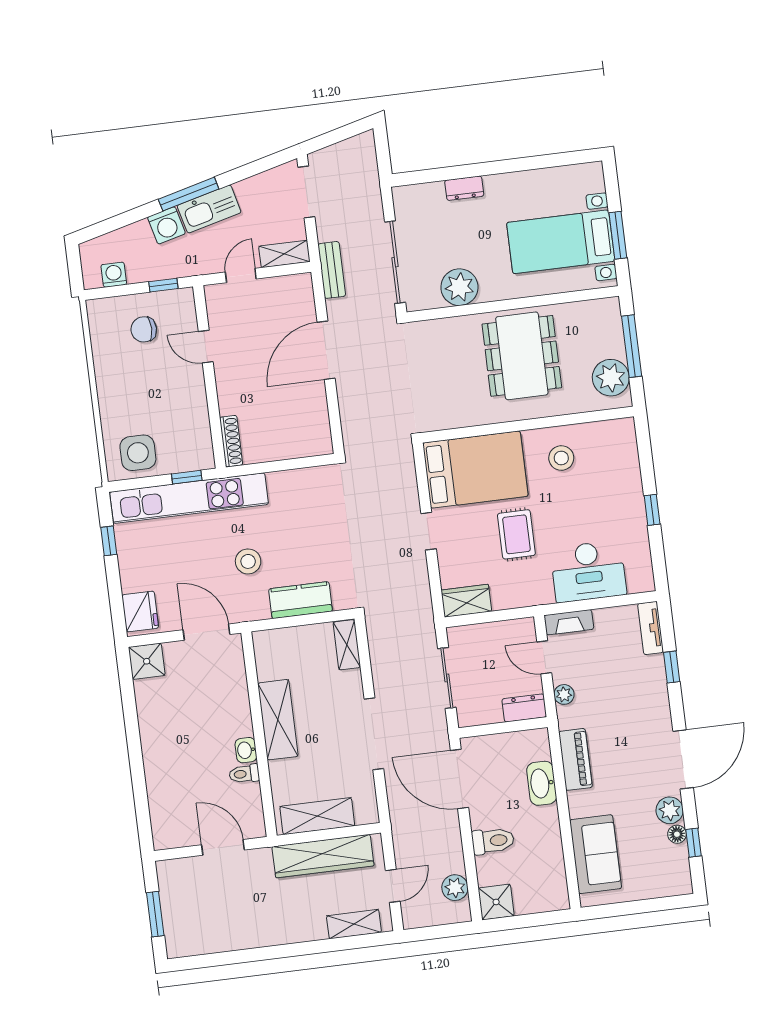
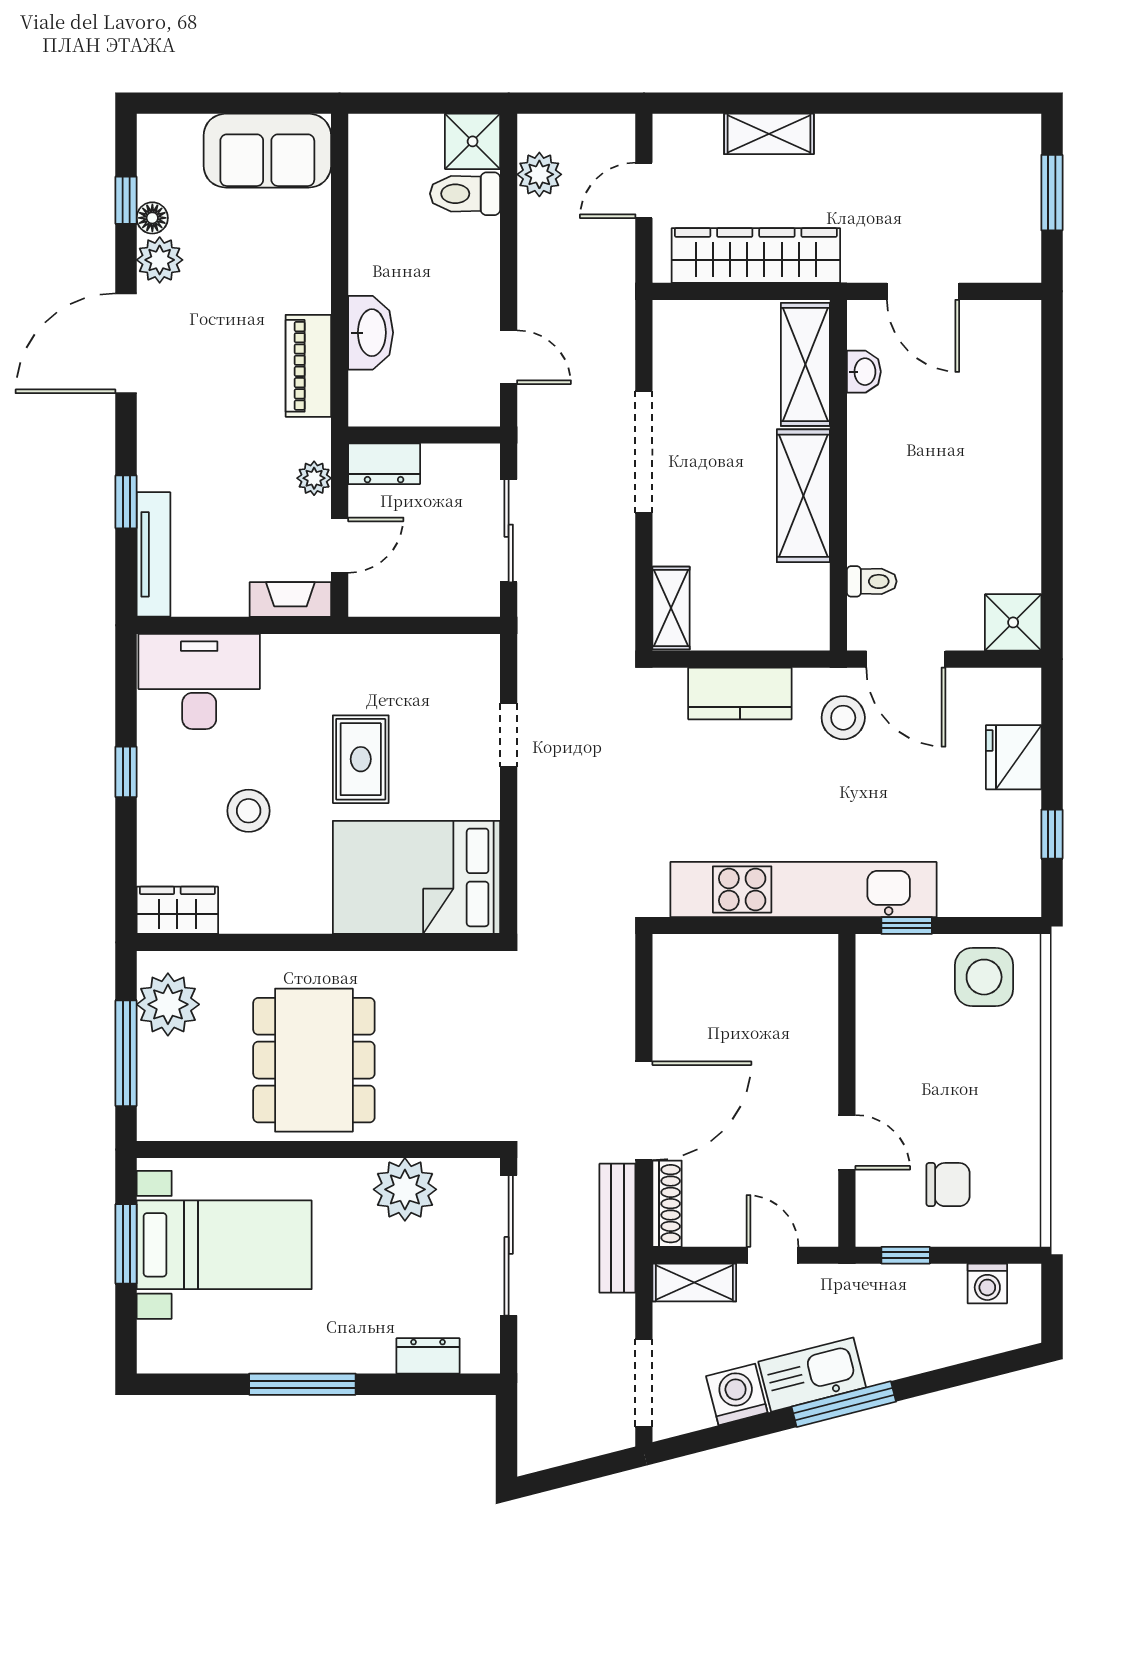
window: (505, 166) -> (302, 1384), added
dresser: (464, 188) -> (428, 1356), moved
washing machine: (166, 225) -> (737, 1394), moved
bench: (332, 270) -> (617, 1228), width x1.36
door: (241, 276) -> (773, 1255), swing flipped
shoe rack: (231, 441) -> (667, 1204), moved, turned 180
stool: (561, 458) -> (249, 811), moved
kitchen unit: (189, 498) -> (803, 889), moved
doorway: (429, 531) -> (509, 735), moved
stool: (248, 561) -> (843, 718), moved
desk: (588, 571) -> (199, 681), moved
wardrobe: (466, 601) -> (177, 910), moved, turned 180
fridge: (140, 612) -> (1014, 757), moved
tv unit: (651, 628) -> (153, 554), width x1.41
door: (544, 657) -> (340, 545), hinge flipped
washbasin: (246, 750) -> (864, 372), moved
toilet: (244, 774) -> (872, 581), moved
door: (459, 779) -> (509, 357), width x0.53
shelving: (317, 816) -> (805, 364), moved, turned 90
toilet: (493, 841) -> (465, 194), moved
sofa: (596, 854) -> (267, 151), moved, turned -90
shelving: (354, 924) -> (769, 134), moved

